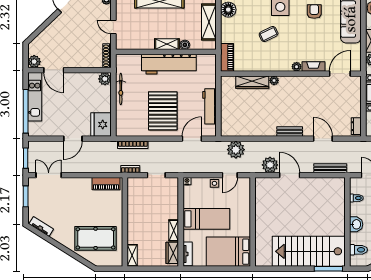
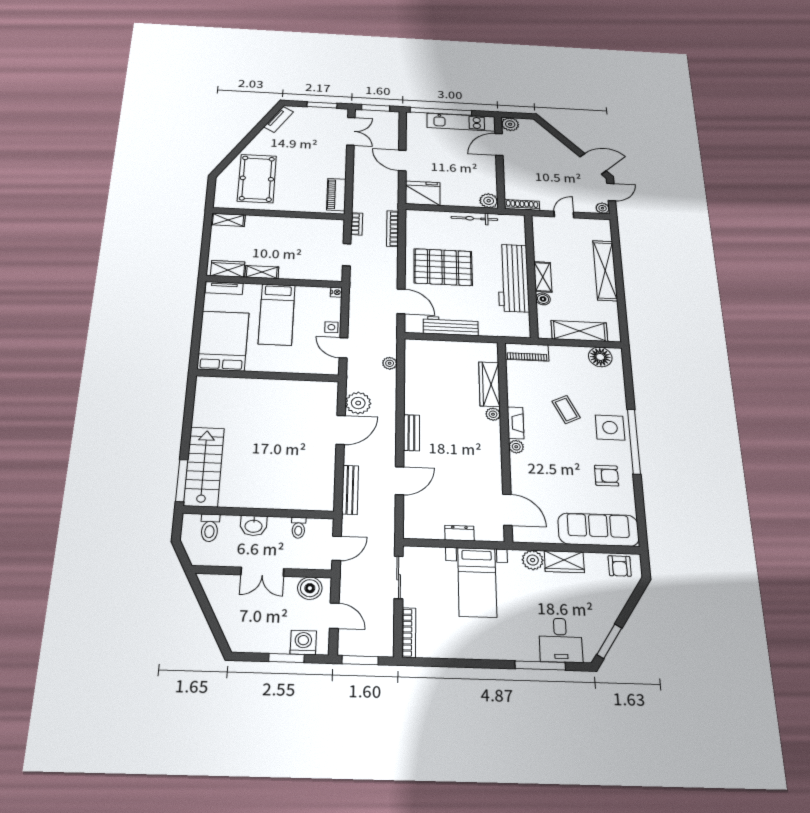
fireplace: (313, 66) -> (516, 423), moved
dresser: (356, 126) -> (459, 533), moved
plant: (236, 150) -> (390, 363), width x0.53, depth x0.53
stairs: (309, 251) -> (204, 467), width x0.73, depth x0.66

